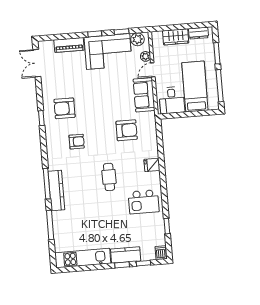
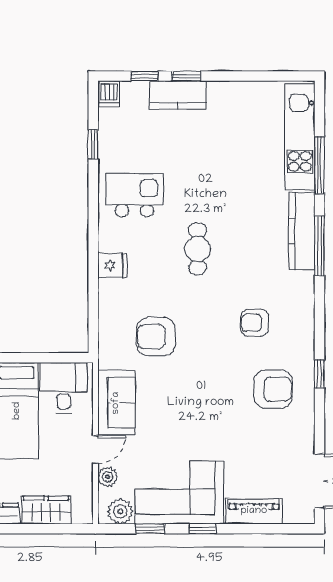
kitchen unit: (83, 258) -> (300, 137), moved, turned 90

